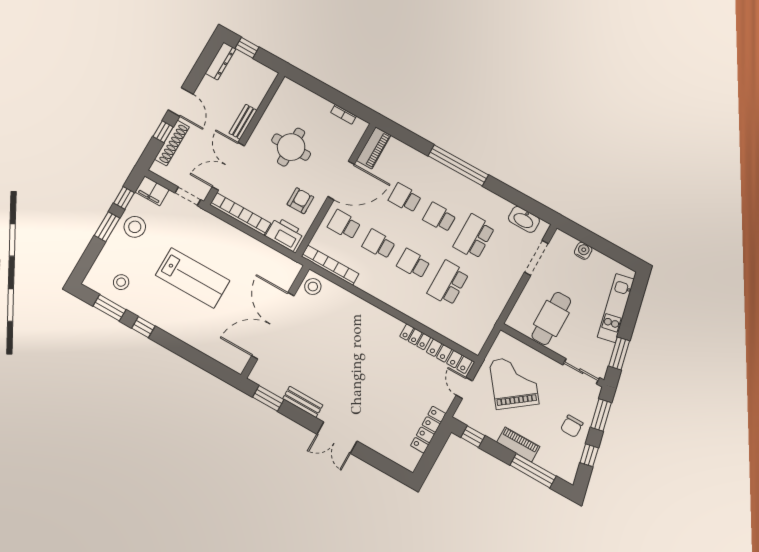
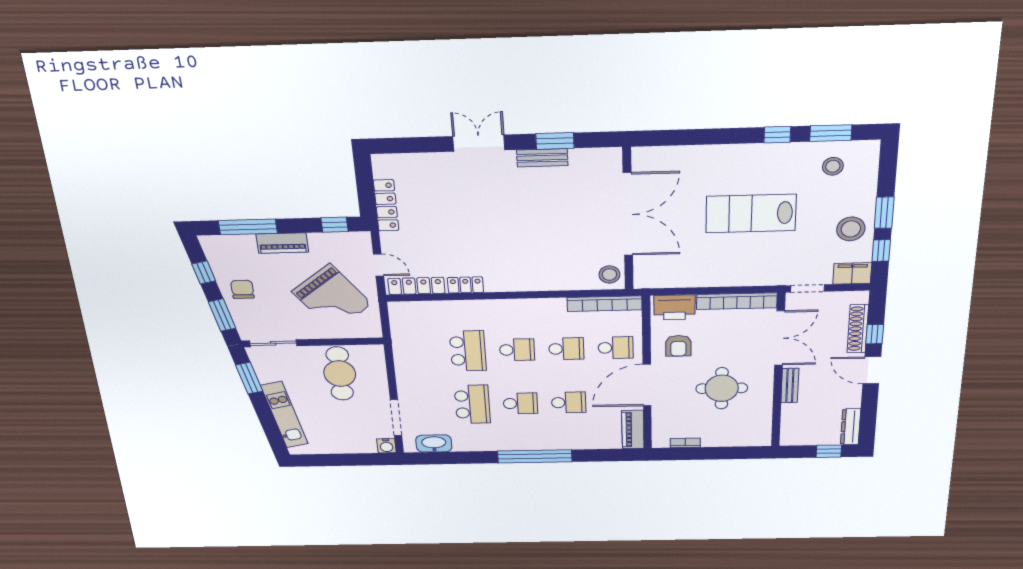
water cooler: (583, 251) -> (386, 446), moved
window: (268, 398) -> (555, 141), moved

